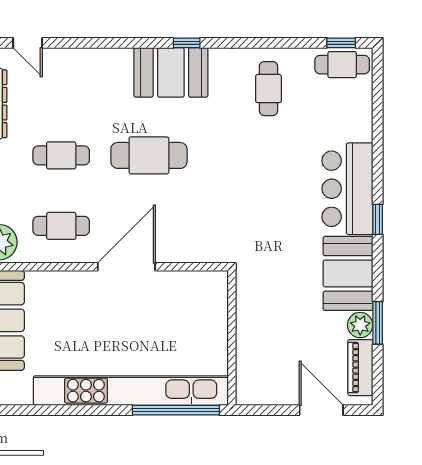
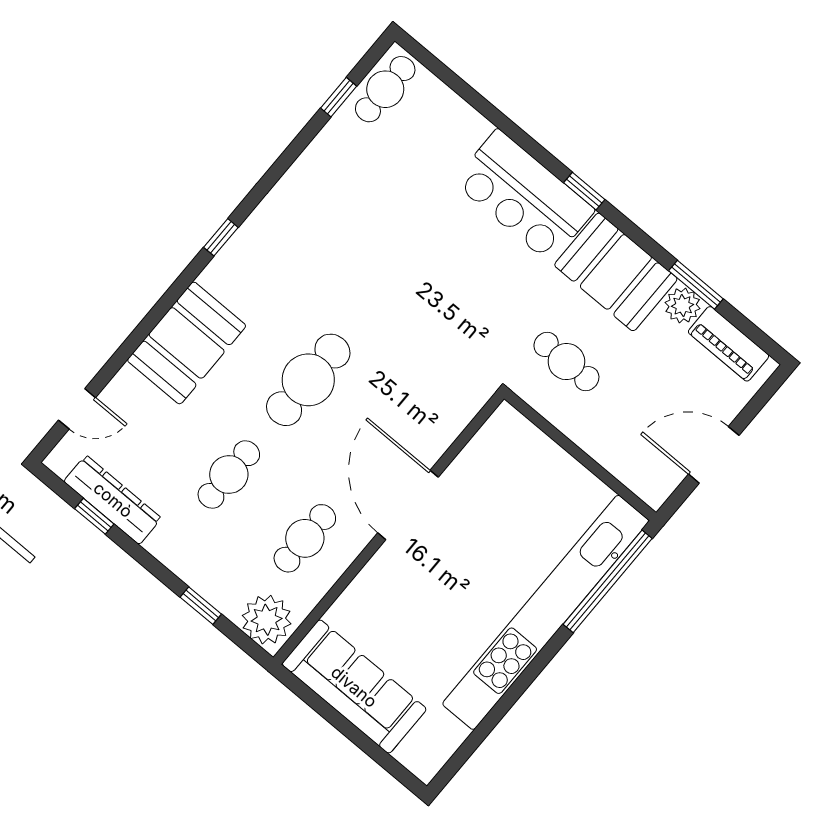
window: (341, 43) -> (339, 97), moved
booth: (171, 72) -> (187, 343), moved
cafe table: (268, 89) -> (566, 362), moved
door: (321, 410) -> (714, 455), moved

